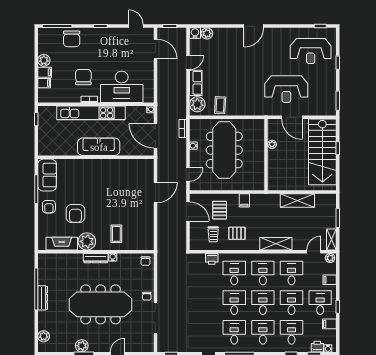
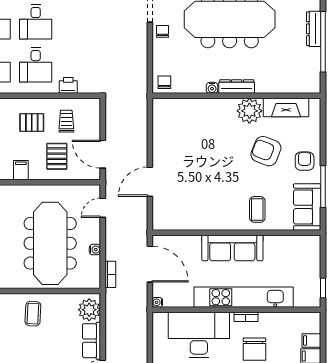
coffee table: (220, 105) -> (33, 314), moved
armchair: (75, 214) -> (266, 151), turned -69
coffee table: (116, 234) -> (257, 209), moved

